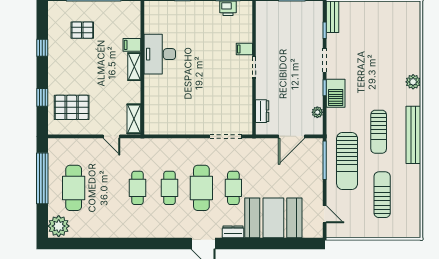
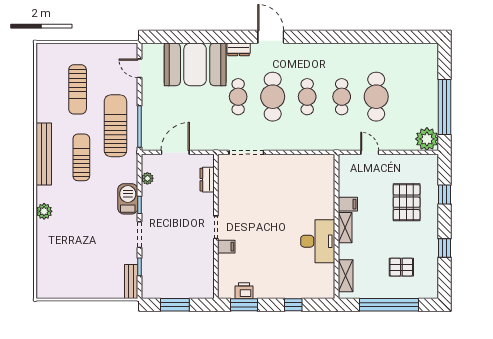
filing cabinet: (132, 45) -> (348, 204), moved
pallet: (72, 107) -> (407, 202), moved, turned 90
shelving: (134, 119) -> (346, 276), moved
cafe table: (74, 188) -> (376, 97), moved
plant: (59, 226) -> (427, 139), moved

